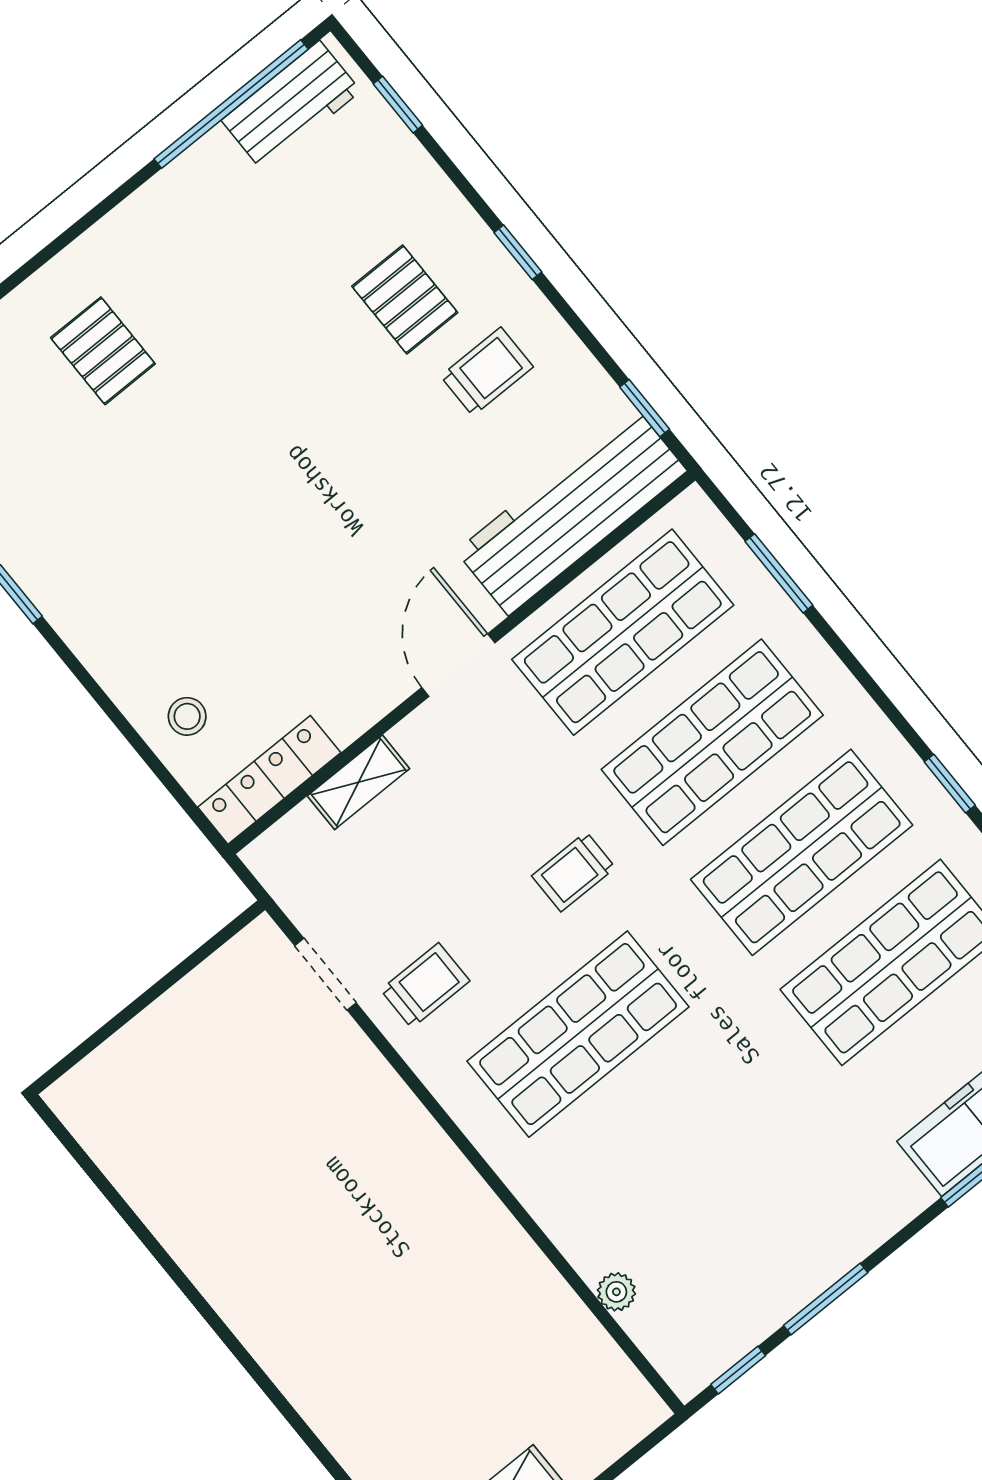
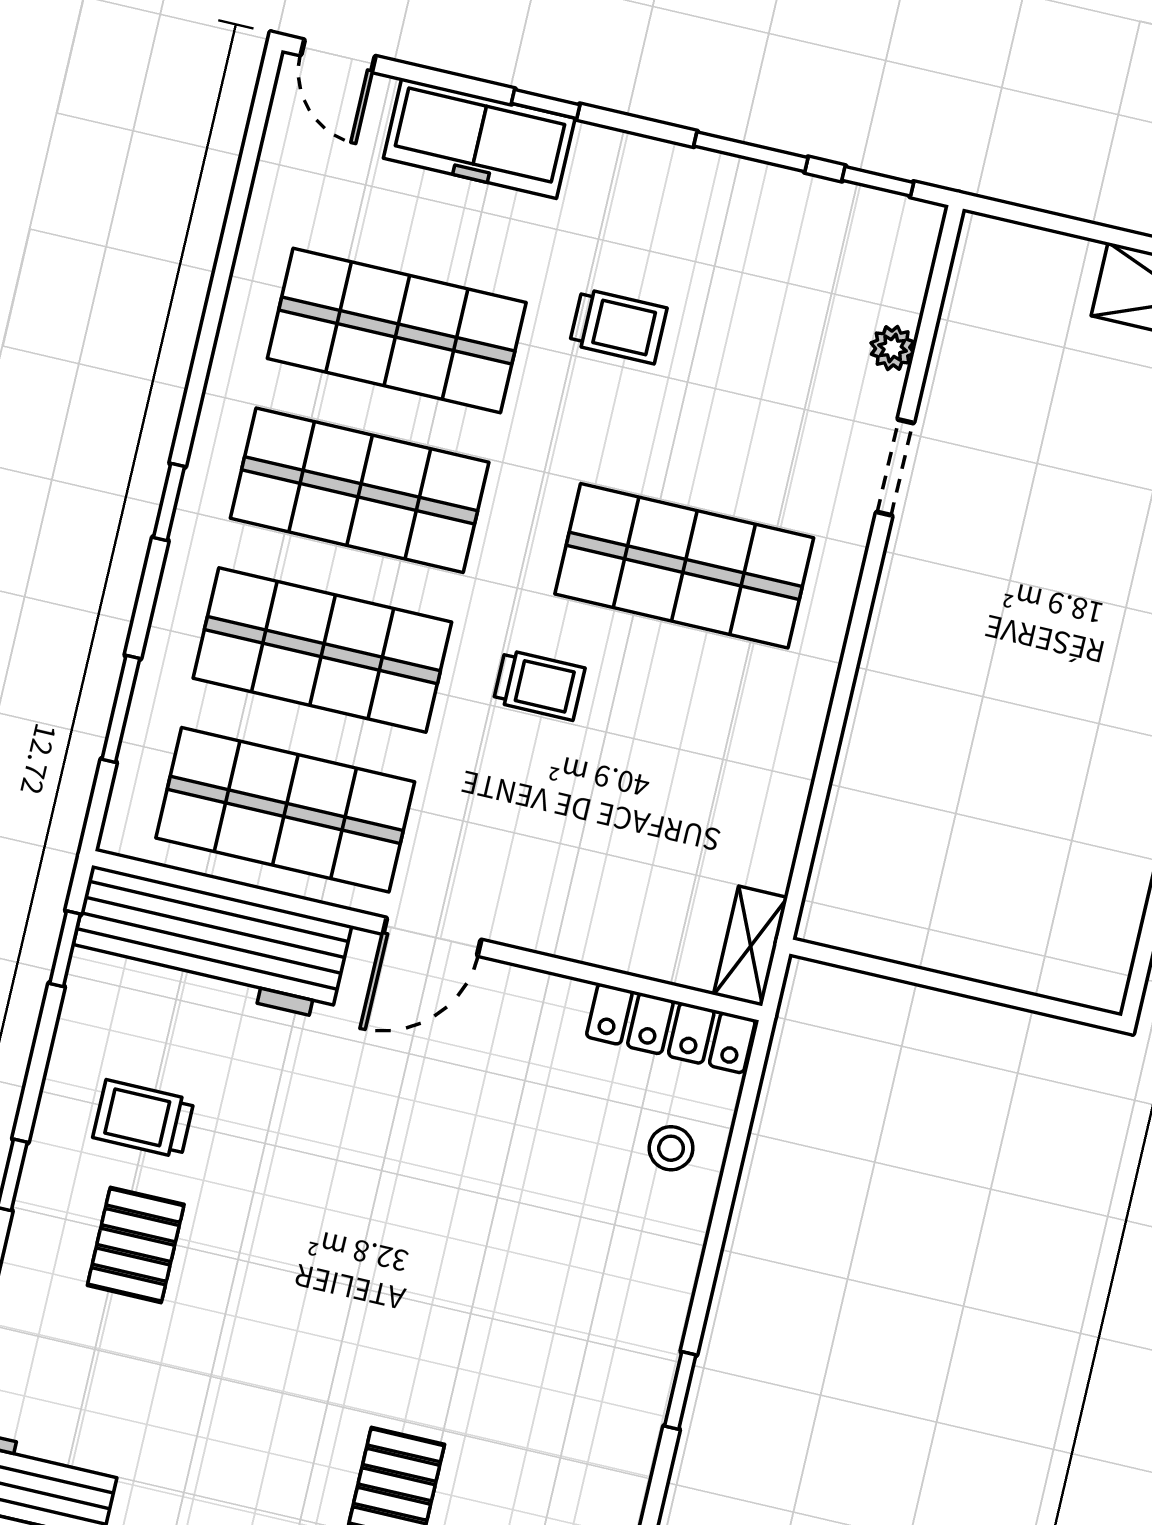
shelving: (358, 782) -> (750, 946), moved, turned 90
window: (950, 784) -> (169, 502), moved
doorway: (325, 974) -> (895, 468), moved
trolley: (425, 985) -> (618, 326), moved, turned 180

